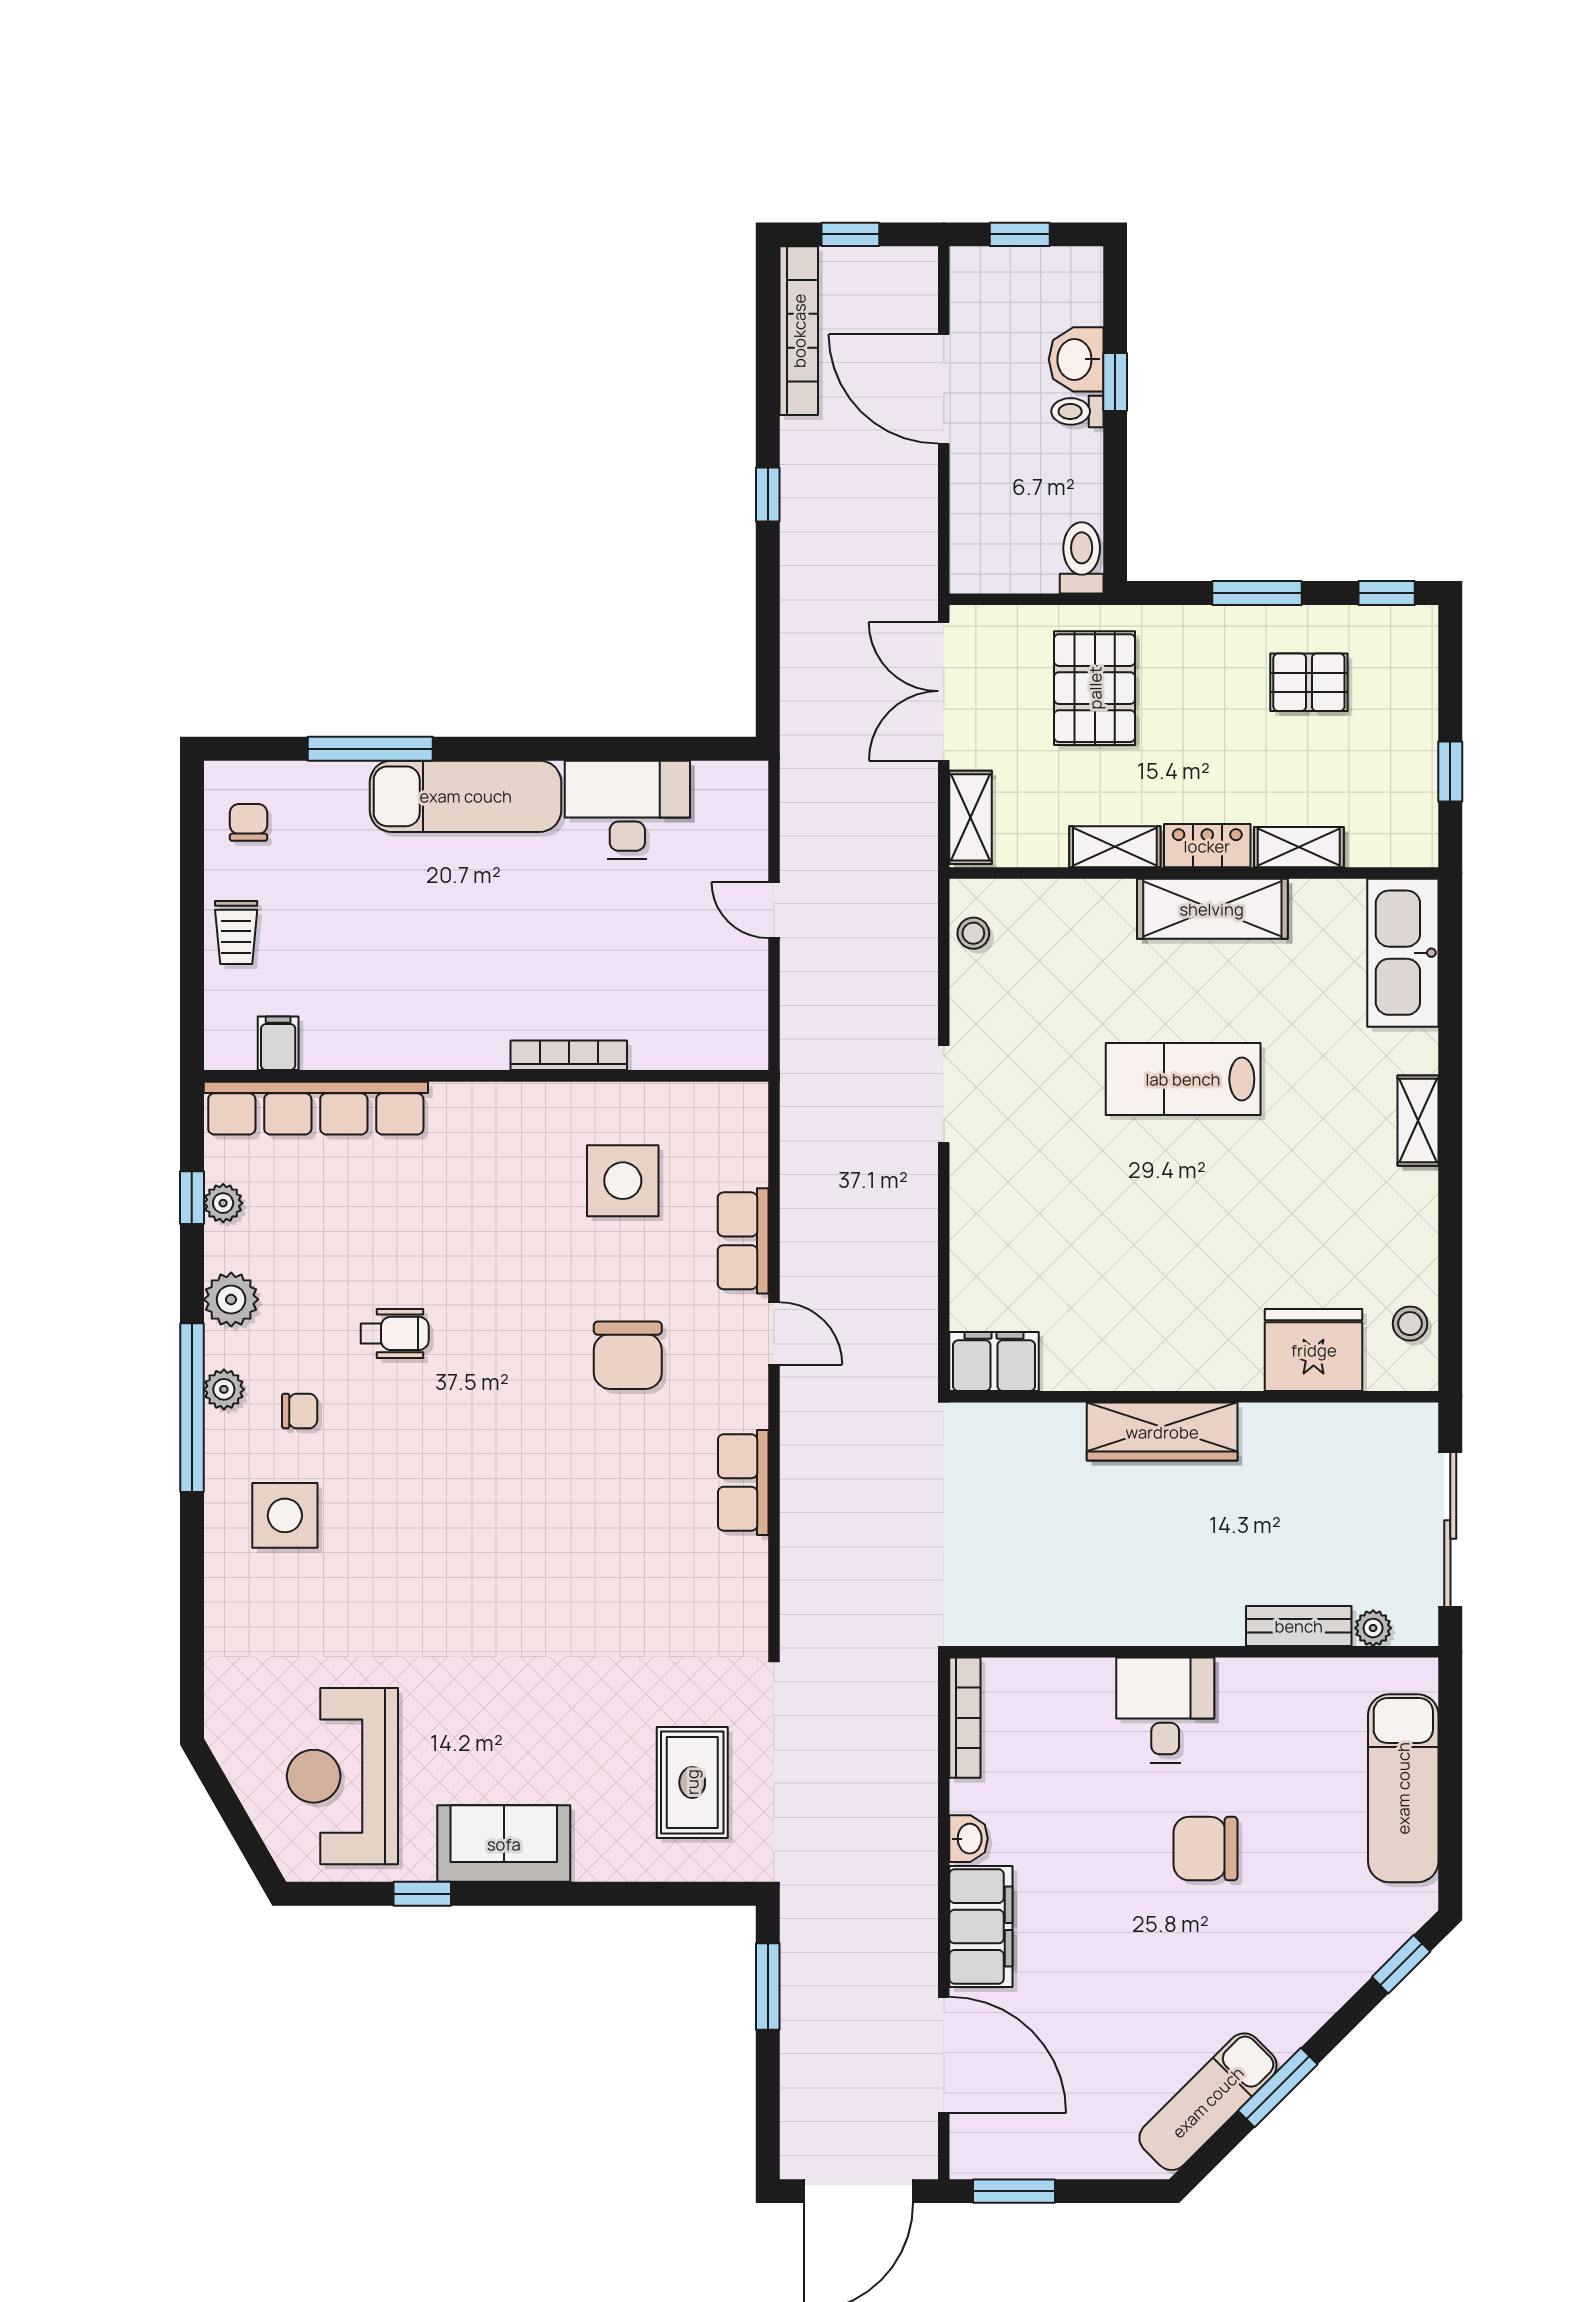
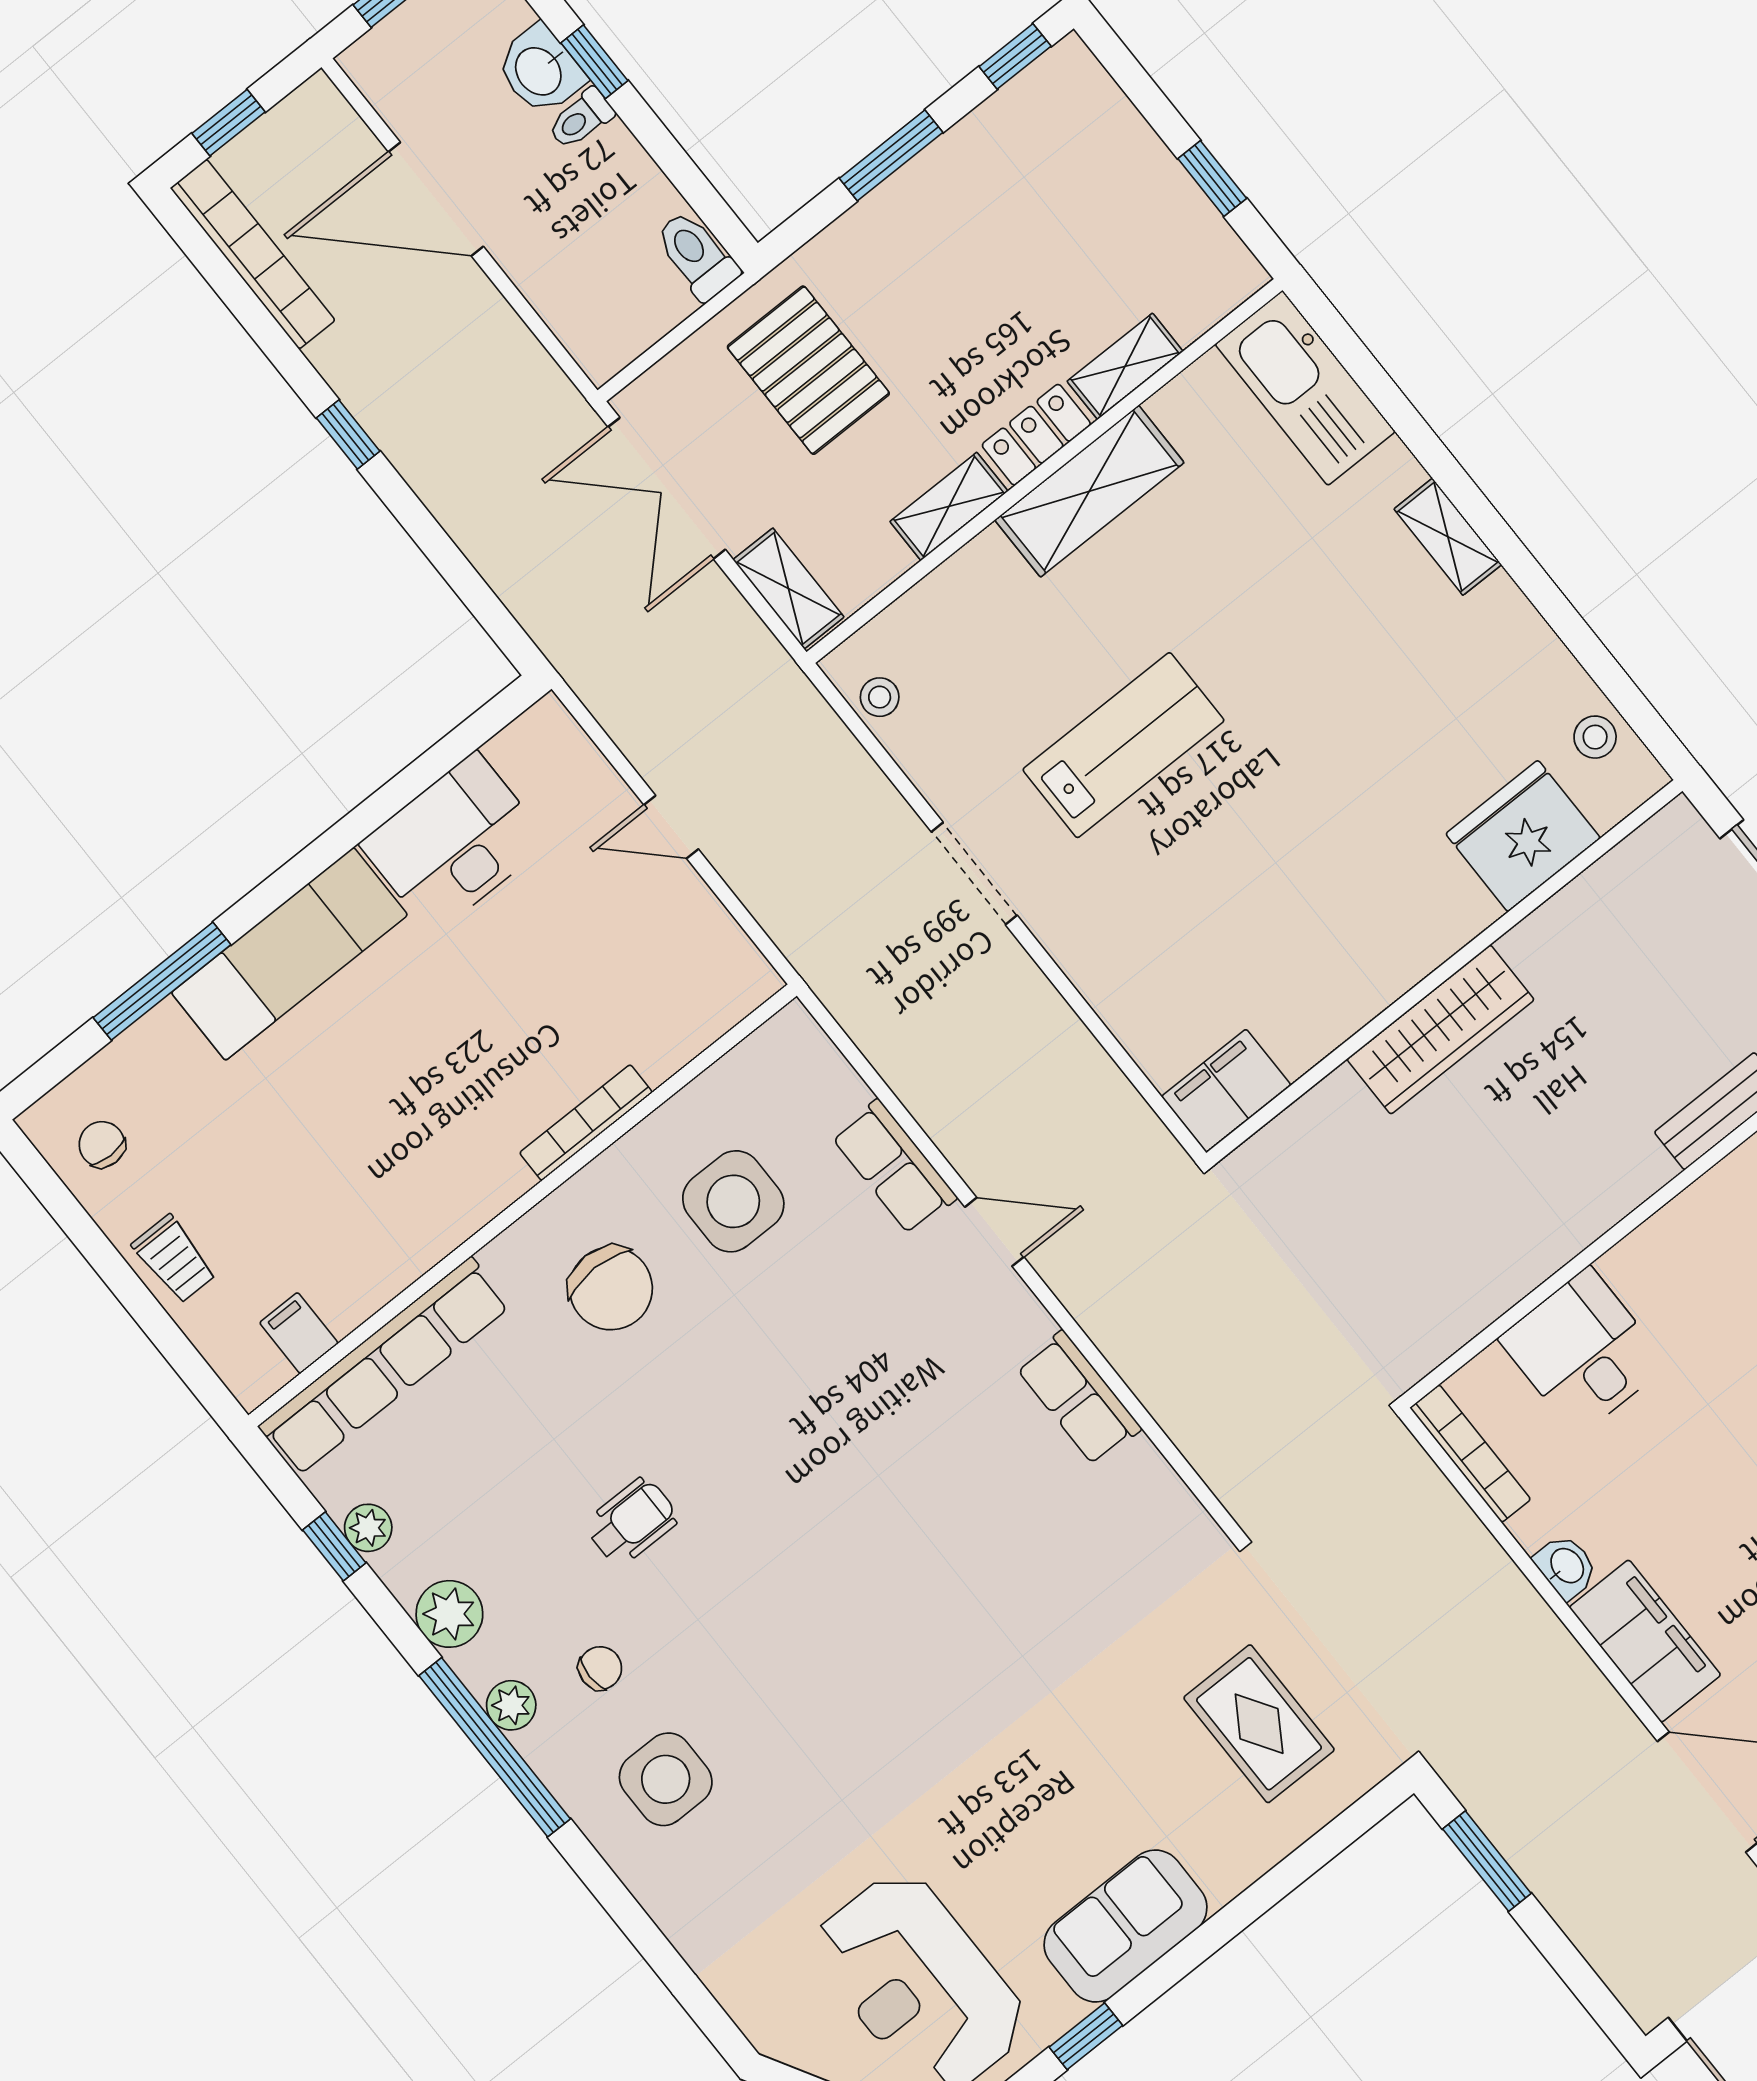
pallet: (1309, 682) -> (1009, 201), removed
lab bench: (1183, 1079) -> (1123, 745), moved, turned 180
chair: (628, 1355) -> (611, 1288), moved
desk: (1165, 1710) -> (1583, 1352), moved

